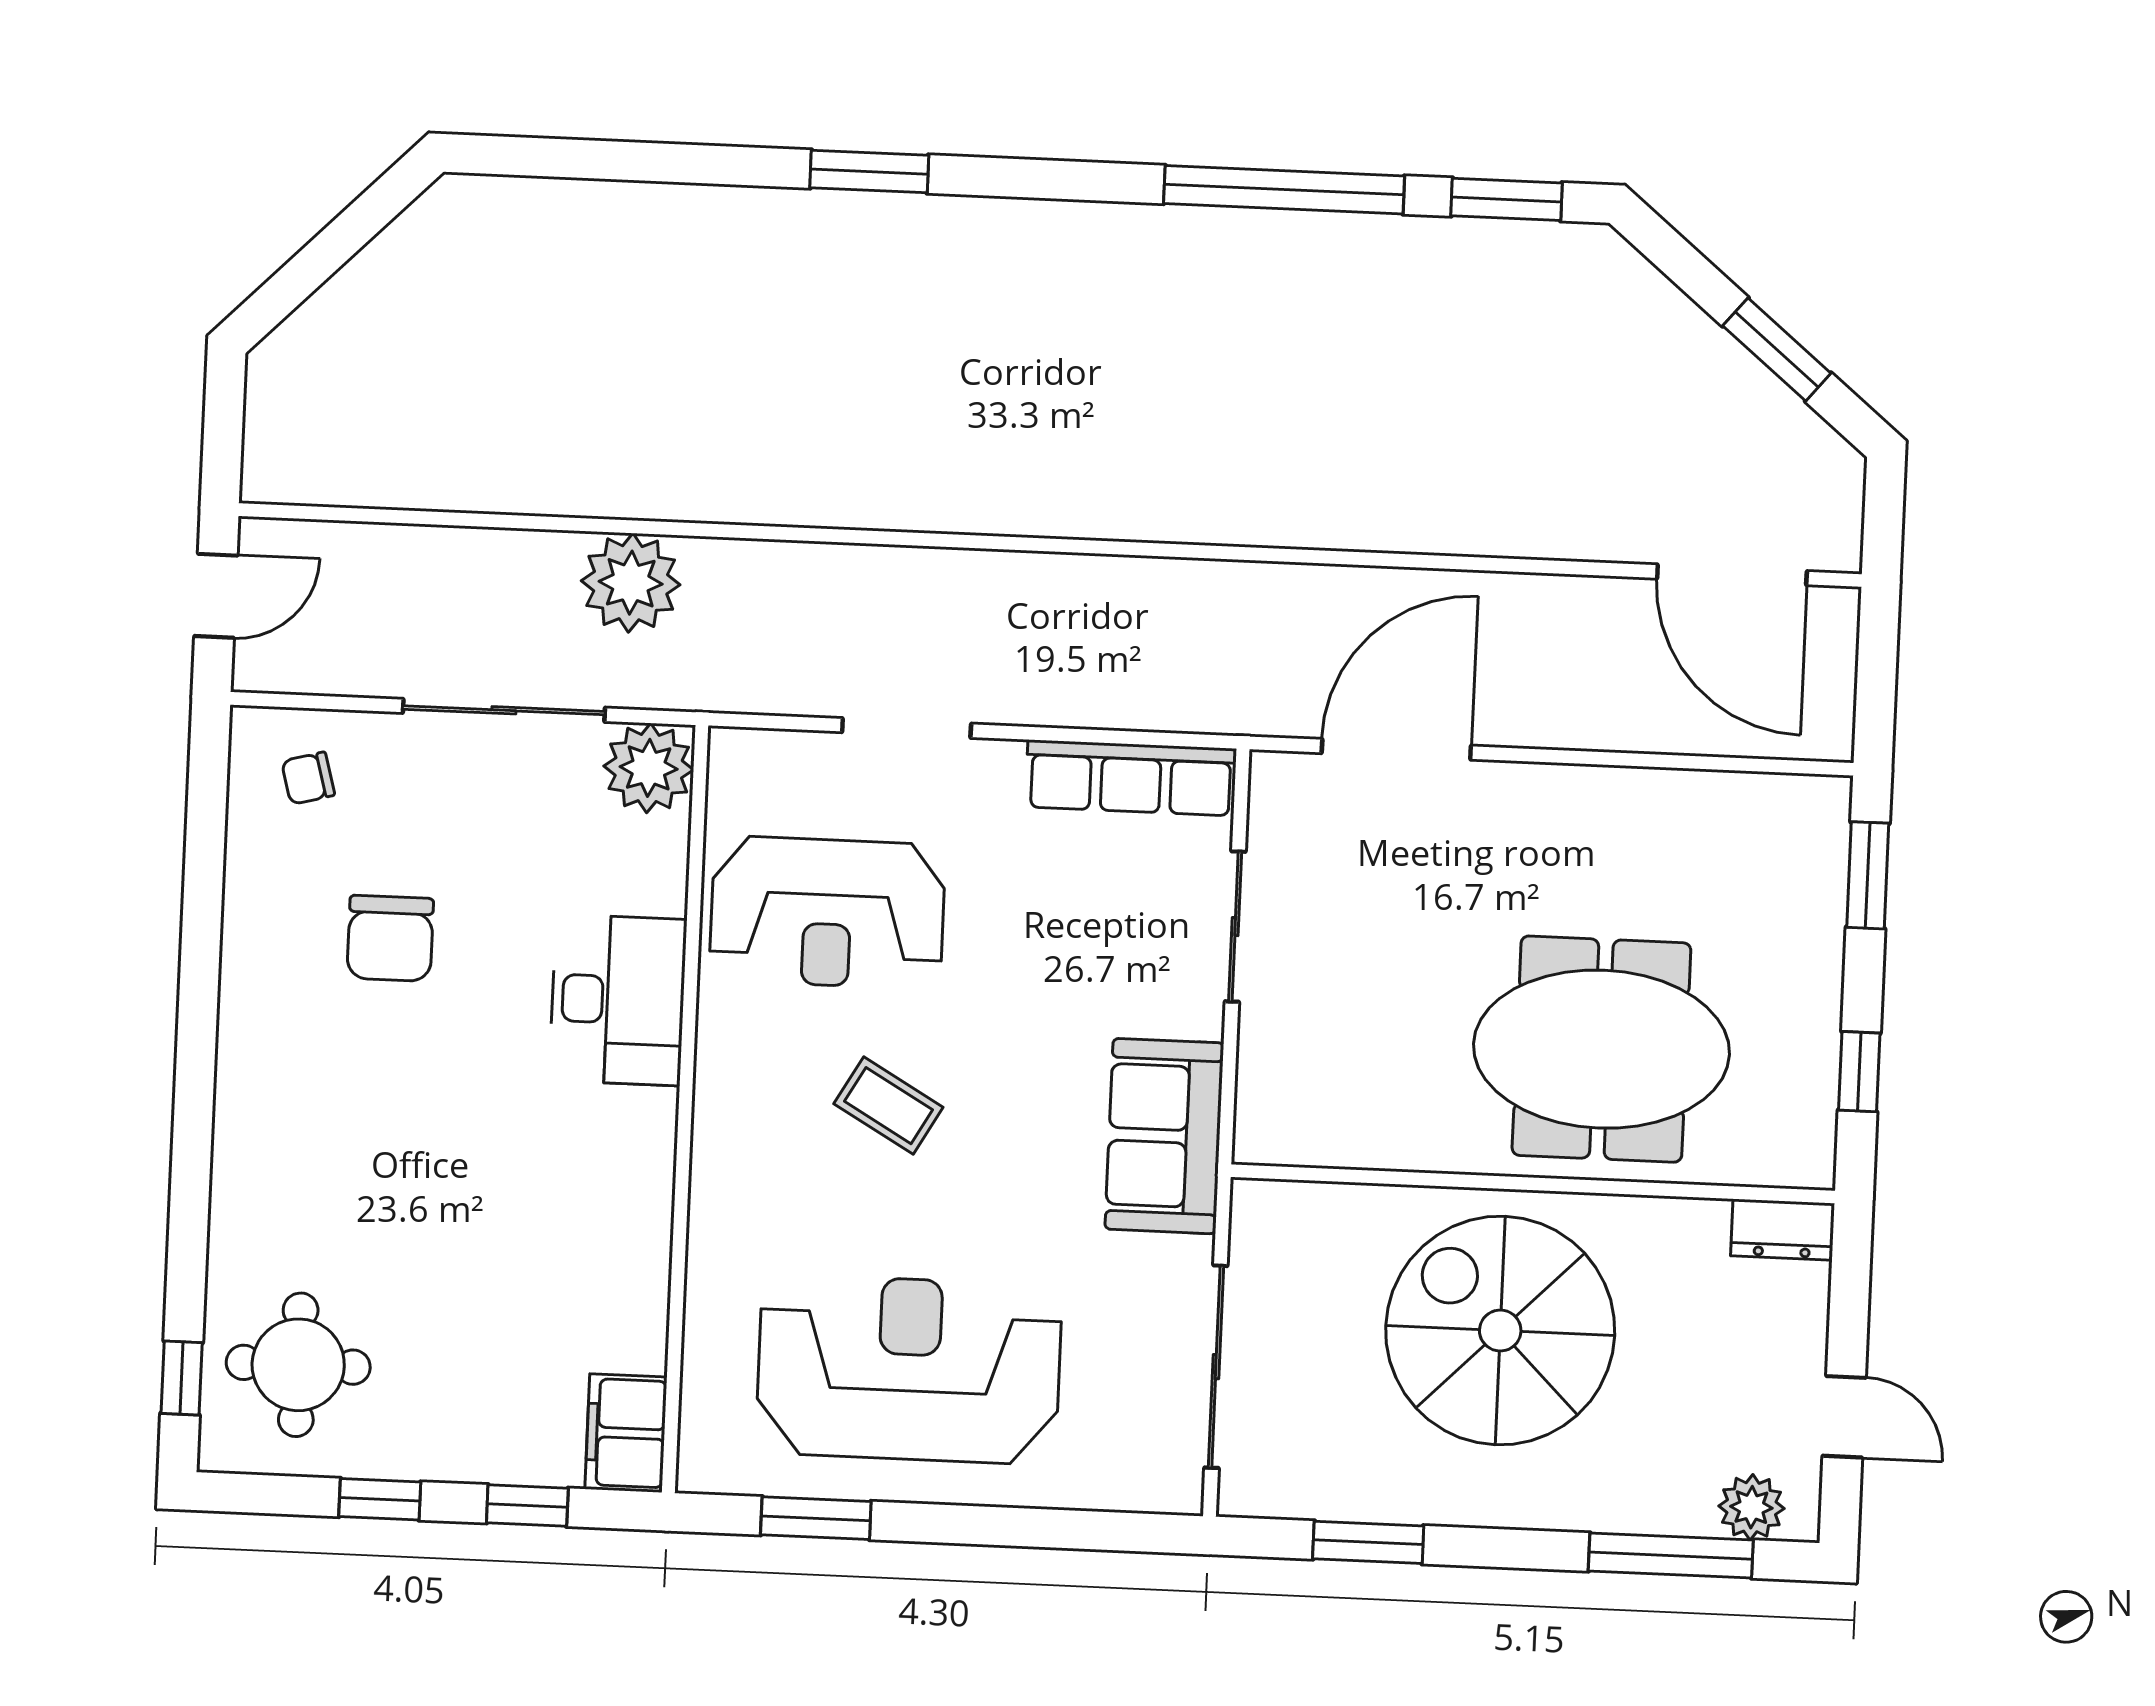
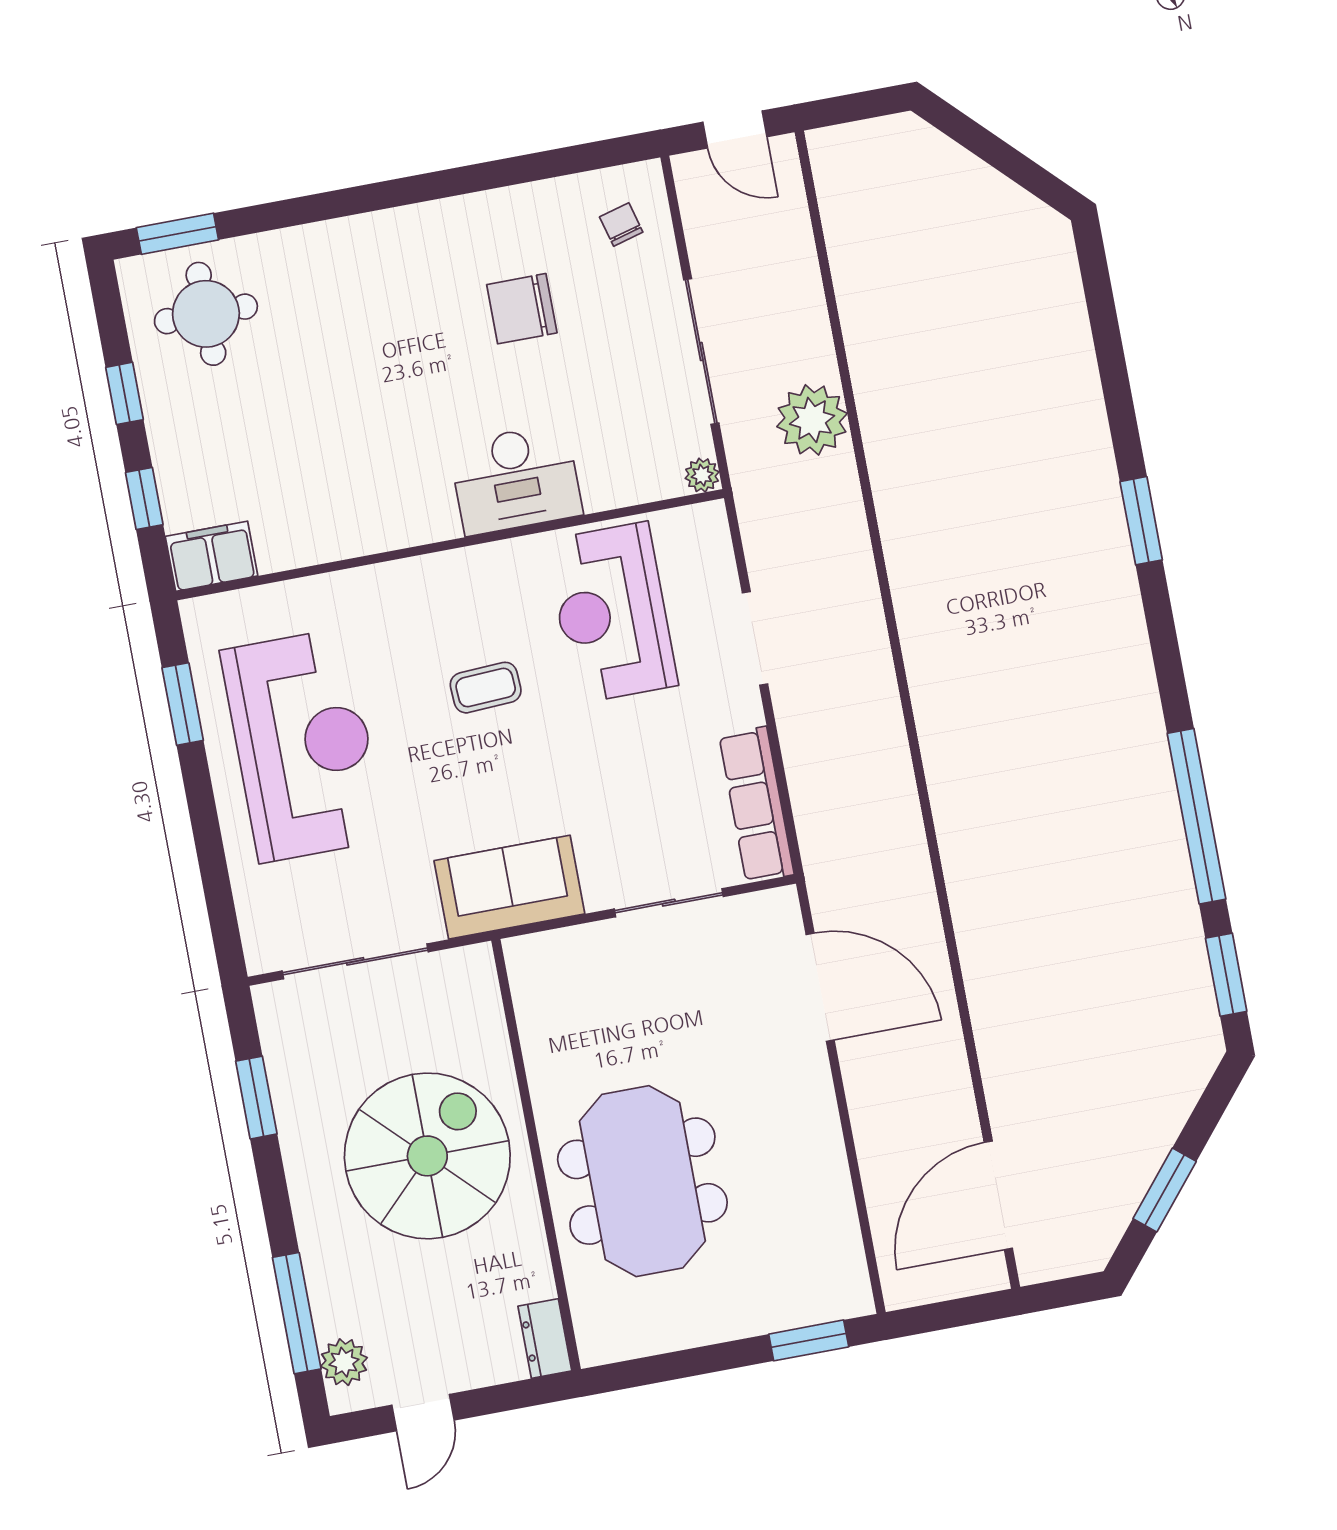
plant: (649, 768) -> (702, 475), width x0.53, depth x0.53
window: (1859, 1072) -> (669, 1367), removed
coffee table: (888, 1106) -> (486, 688), turned 57
window: (182, 1378) -> (177, 234), width x1.50

